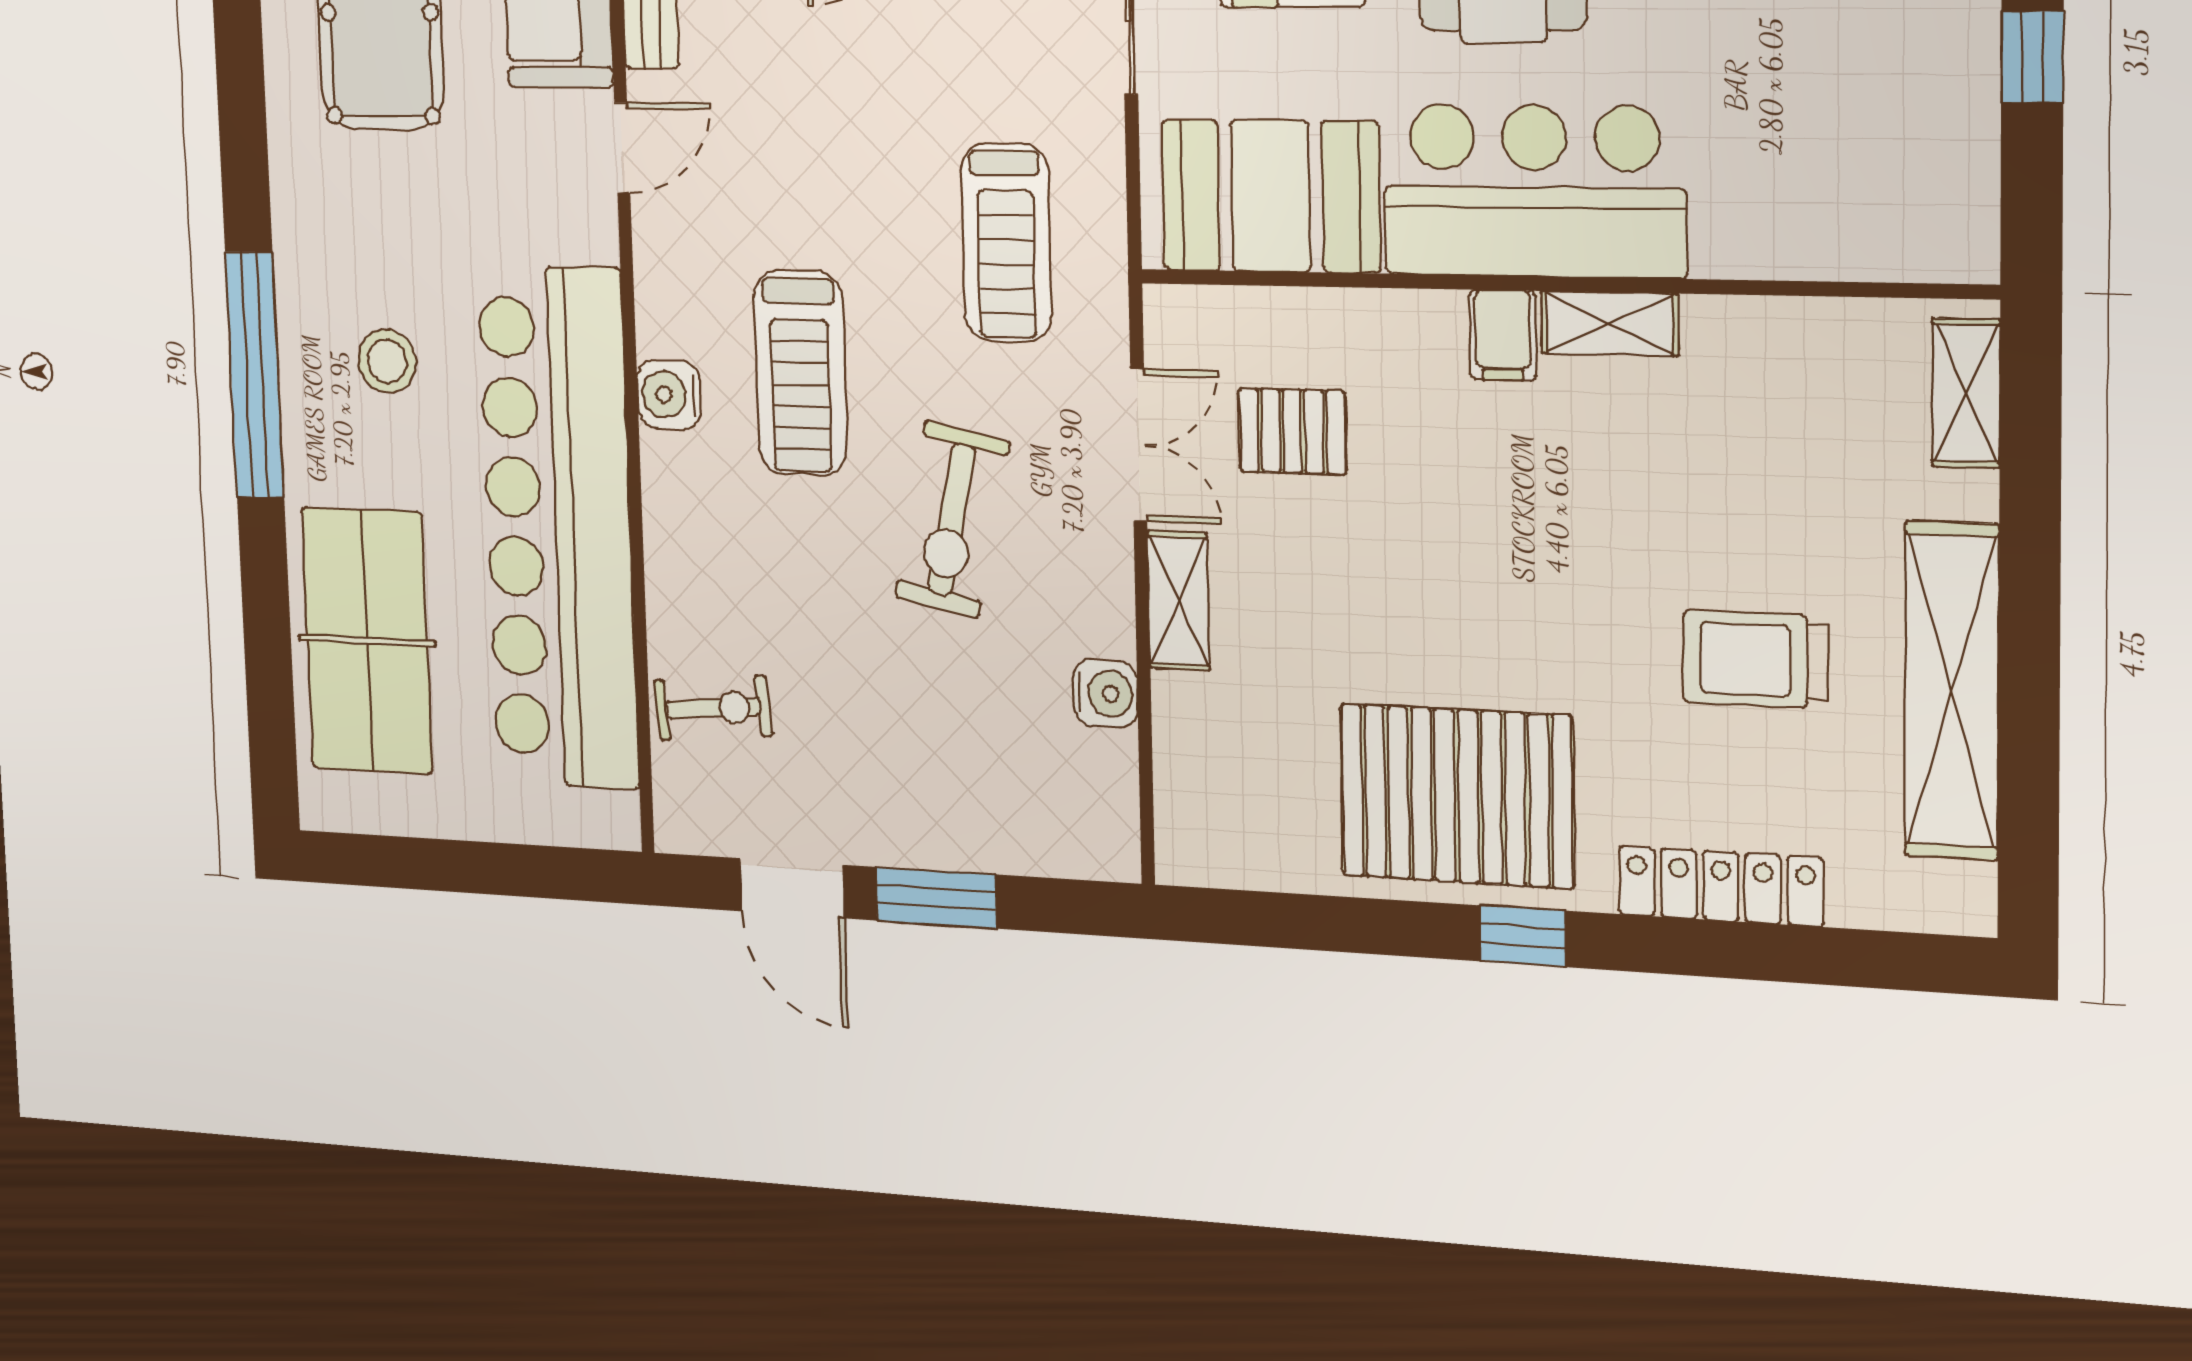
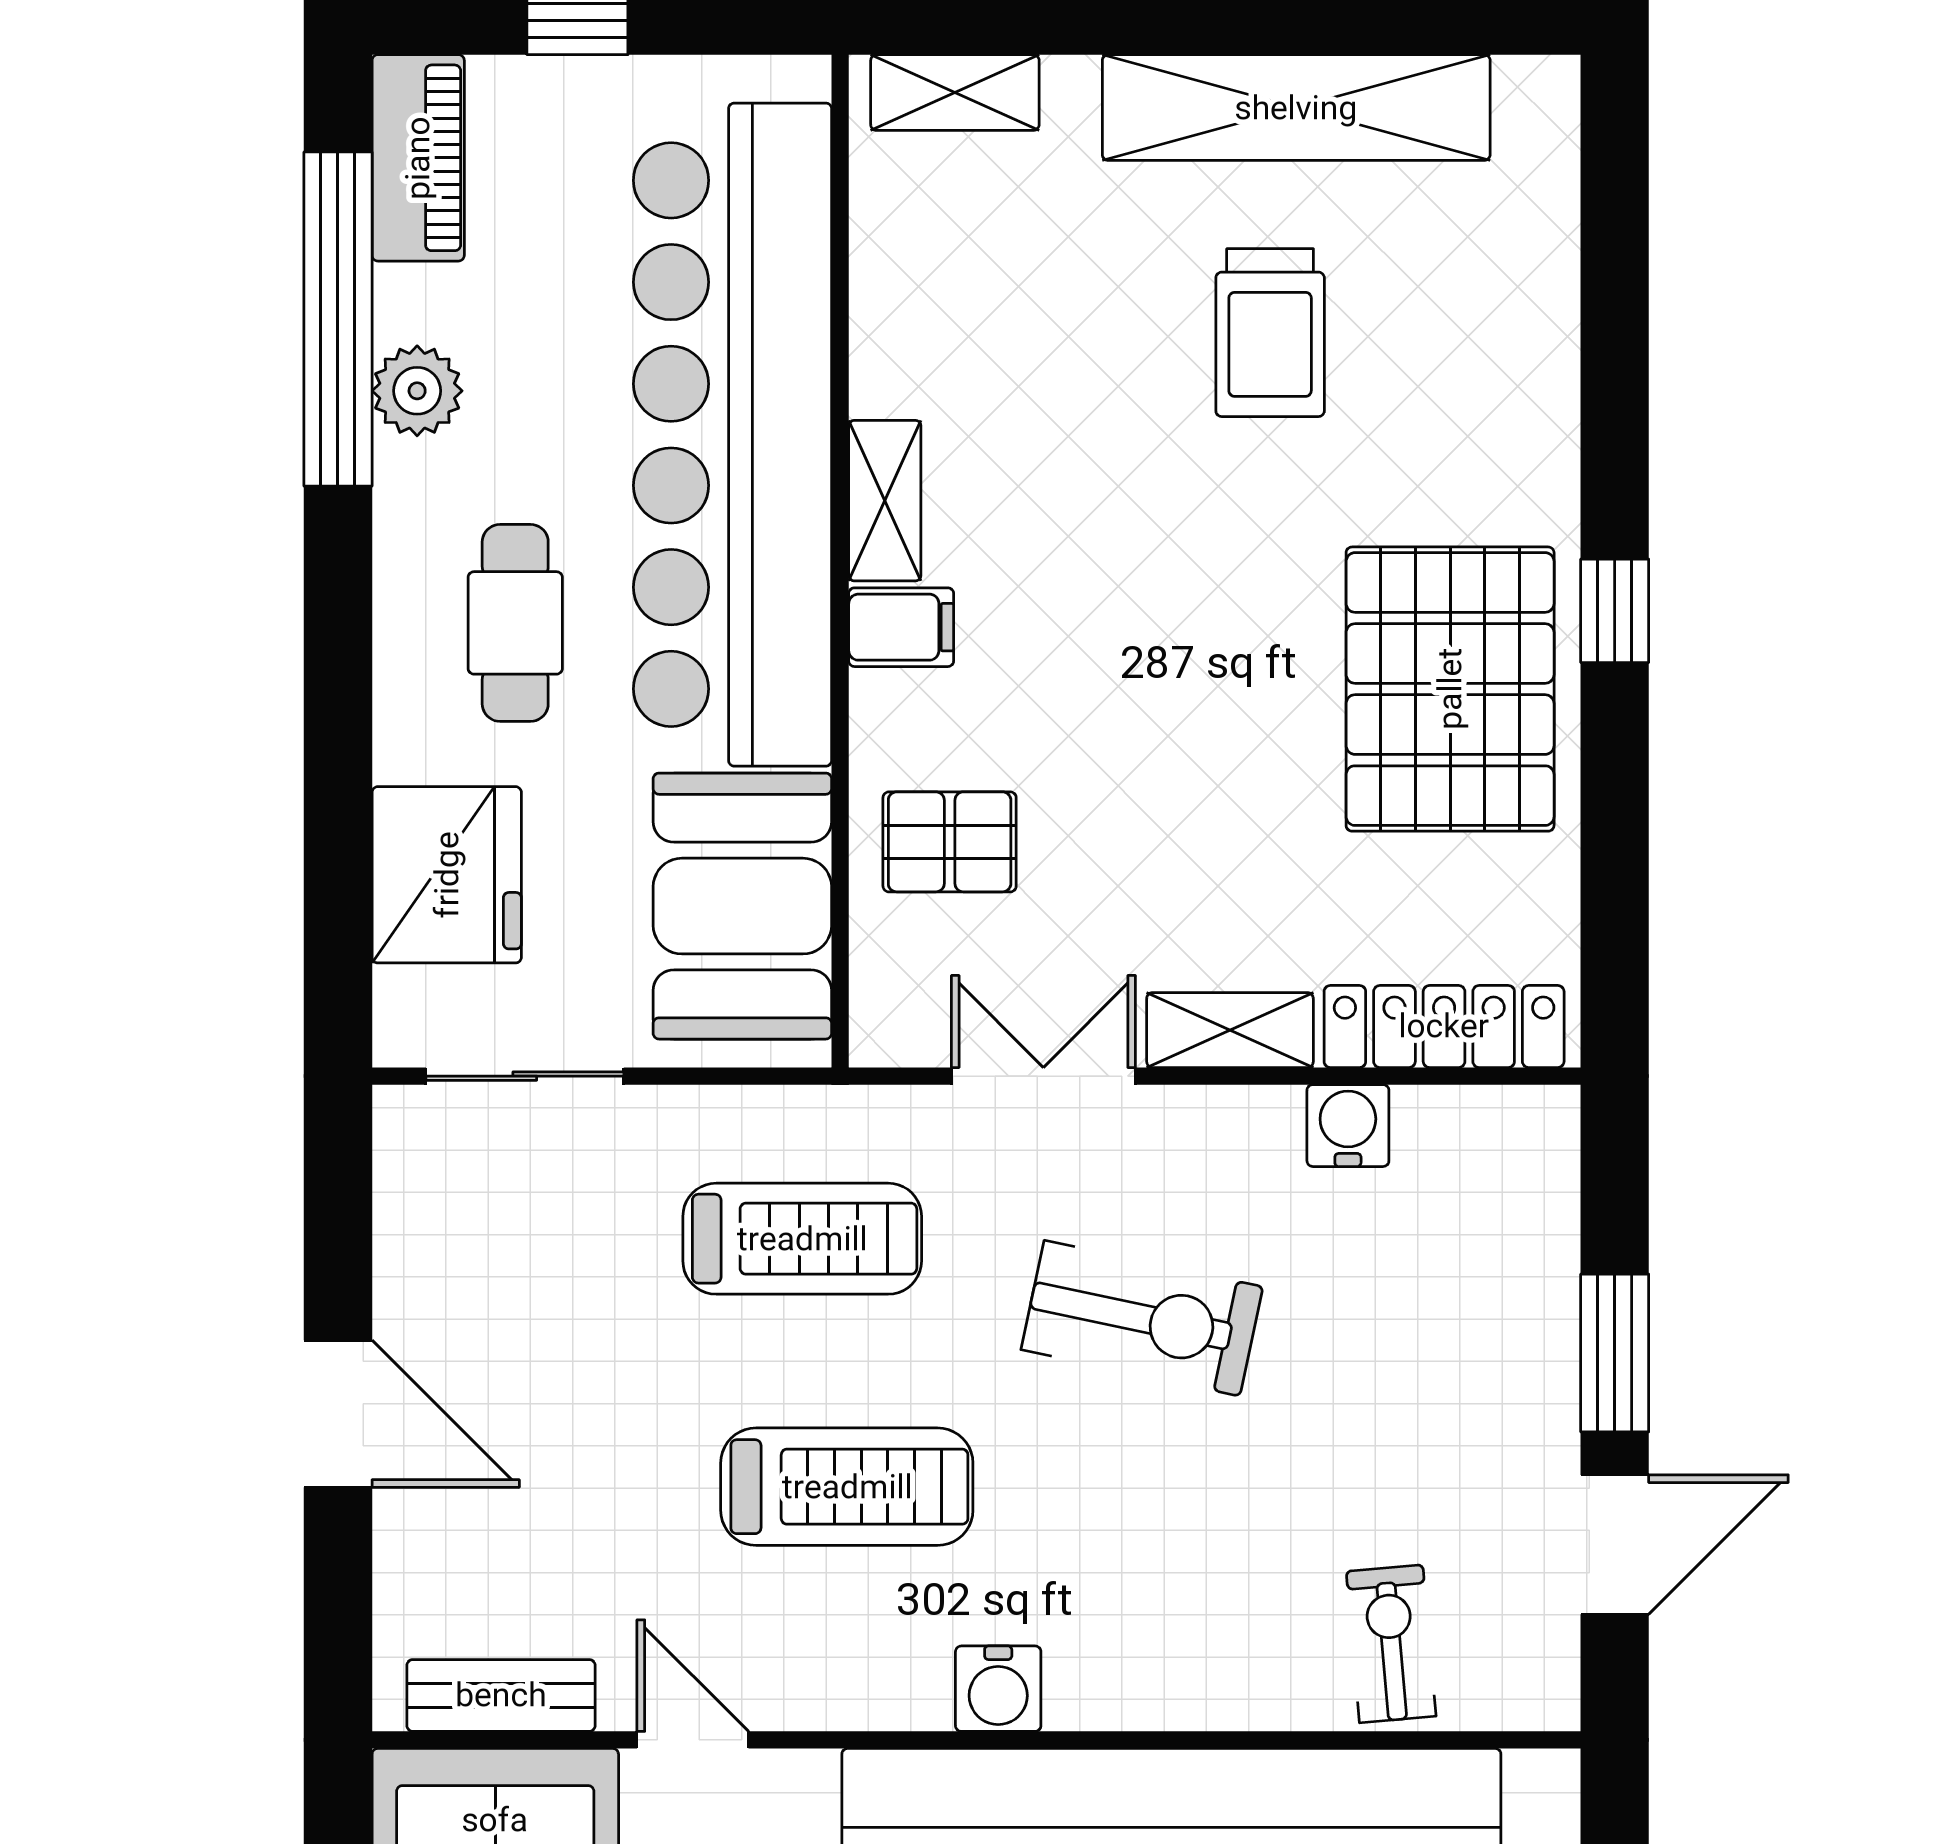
bar counter: (1534, 191) -> (733, 435), width x1.86
treadmill: (800, 373) -> (847, 1487), moved
pallet: (1292, 431) -> (950, 842), moved, turned 90
locker: (1721, 886) -> (1444, 1026), moved, turned 90

